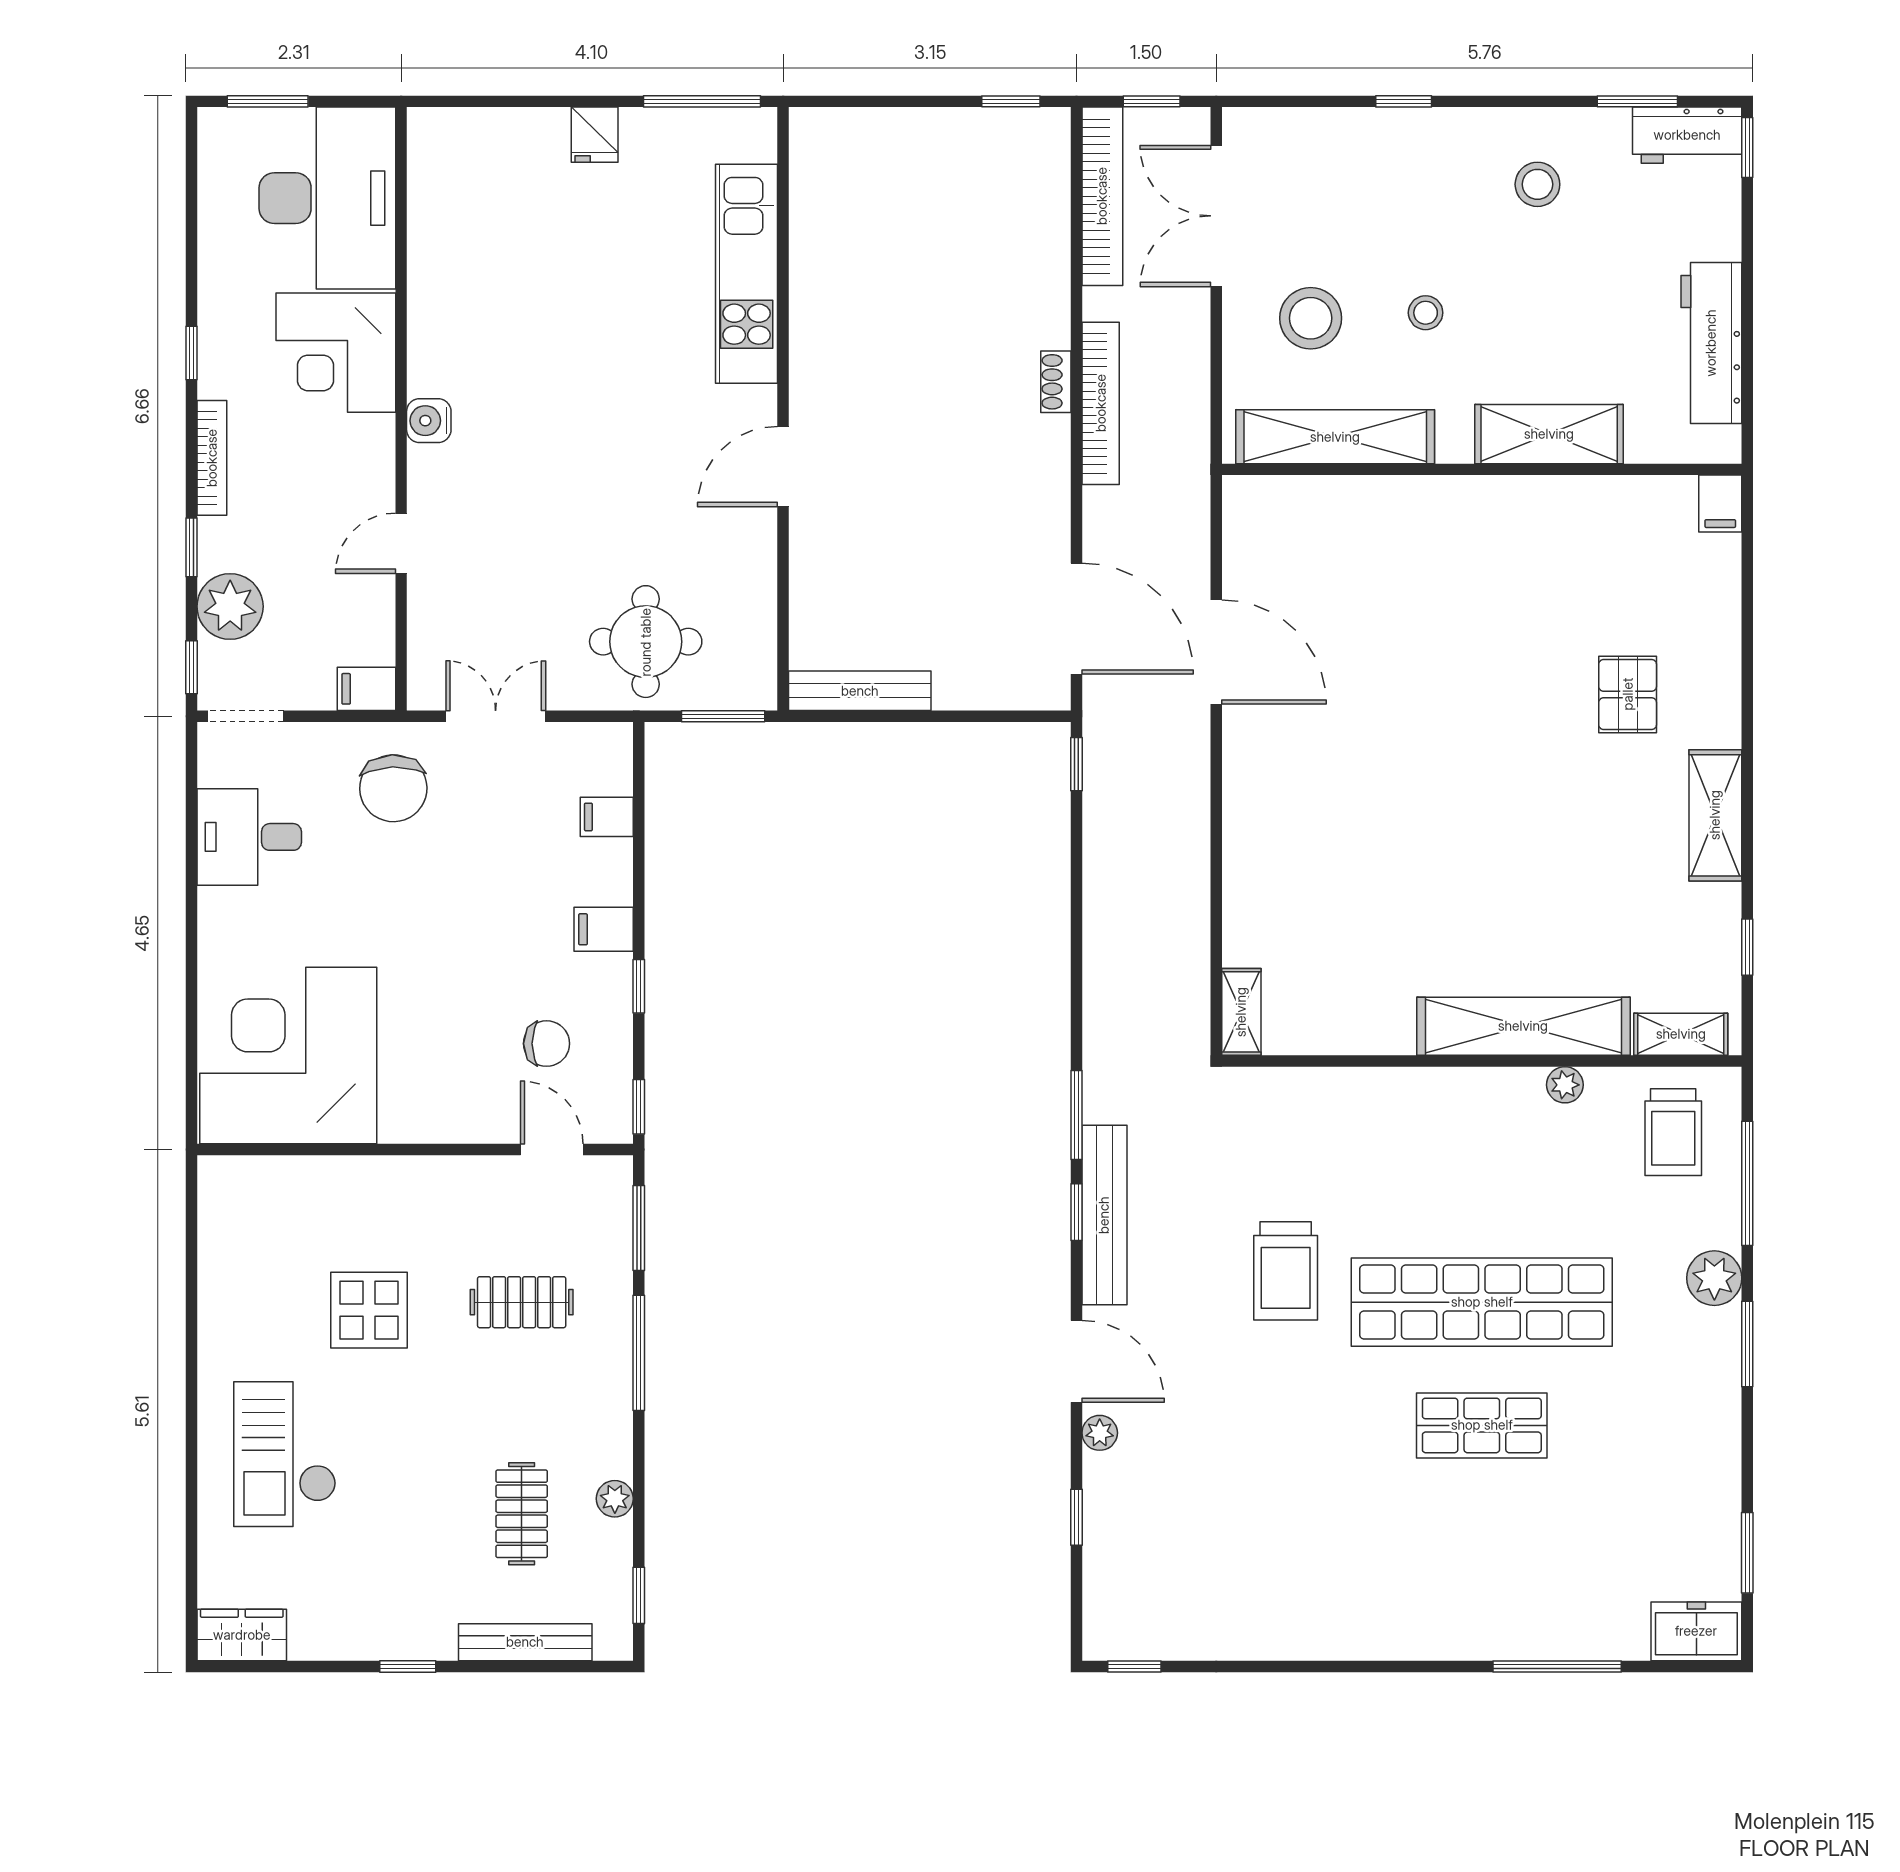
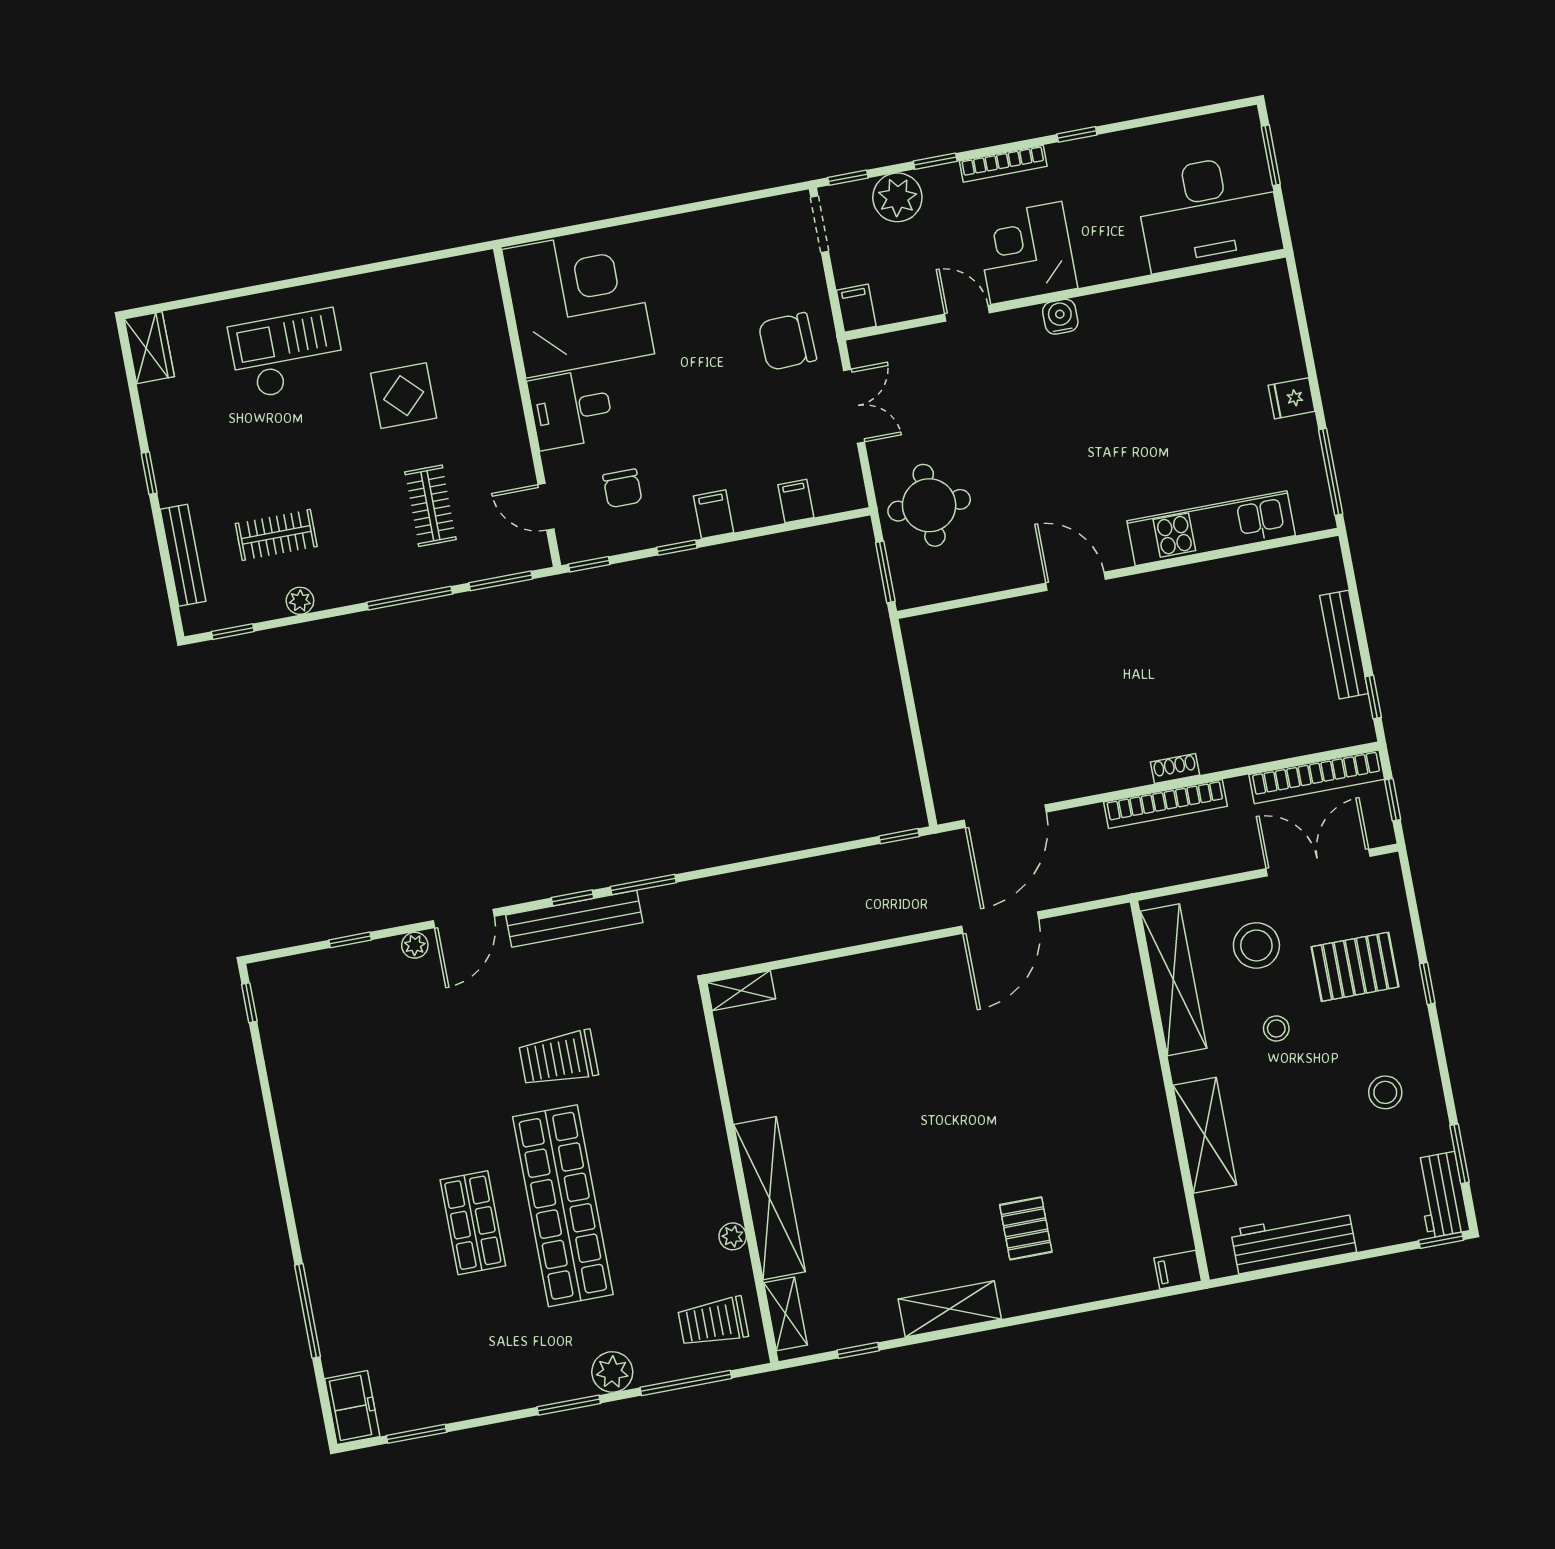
pallet: (1364, 193) -> (1355, 967), added
corner desk: (336, 353) -> (1026, 253), moved
bench: (860, 691) -> (1344, 645), moved
pallet: (1628, 694) -> (1026, 1228), turned 90
desk: (249, 837) -> (571, 409), moved, turned -90
door: (552, 1149) -> (546, 507), swing flipped

